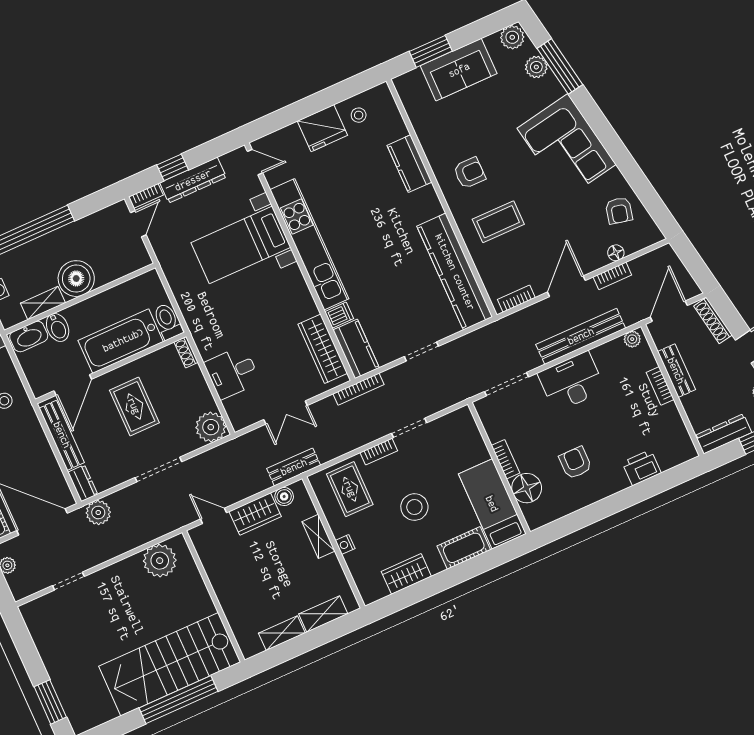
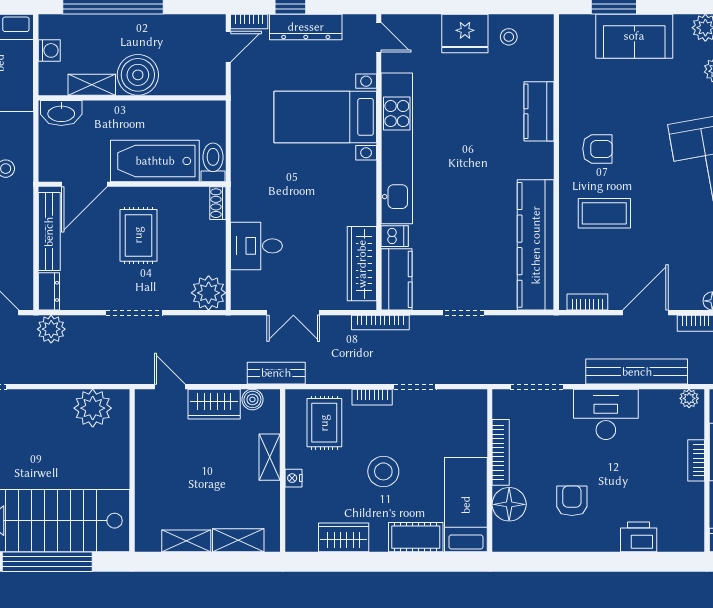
bidet: (58, 327) -> (95, 117), removed
bookcase: (505, 459) -> (501, 452), width x1.56

